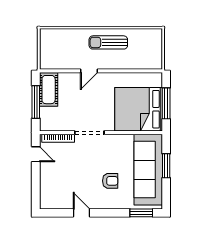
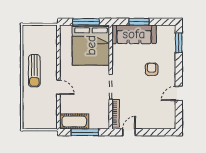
sofa: (148, 170) -> (134, 34), width x0.74, depth x0.79

